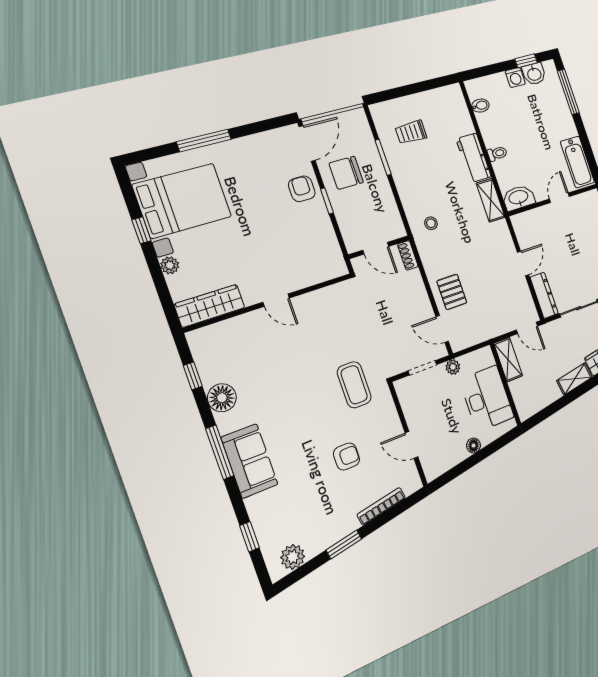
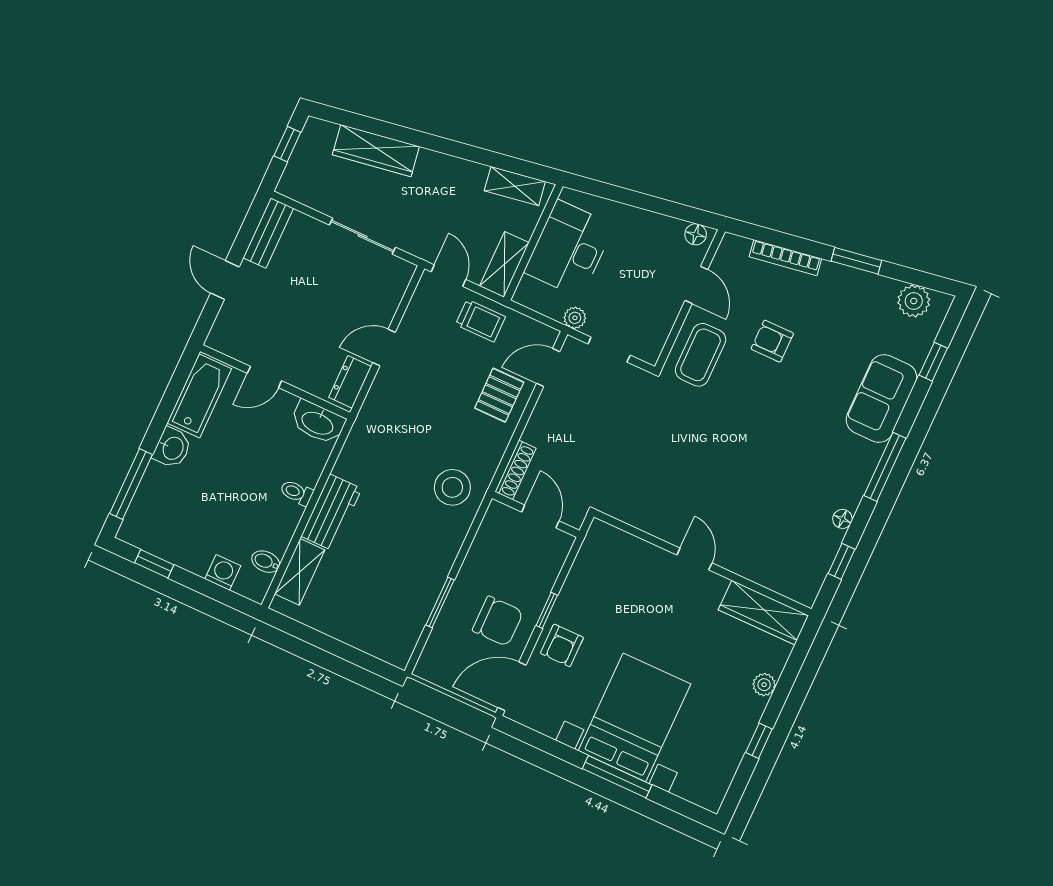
washbasin: (534, 74) -> (172, 448), moved, turned 90
washing machine: (515, 78) -> (223, 572), moved
trolley: (411, 132) -> (481, 321), moved
shelving: (491, 200) -> (300, 572), moved
bed with nightstands: (182, 201) -> (634, 717), moved, turned 90
stool: (431, 223) -> (452, 487), width x1.89, depth x1.89
shoe rack: (408, 255) -> (515, 470), width x1.43
dresser: (544, 295) -> (350, 382), moved, width x0.70
door: (442, 329) -> (548, 367), swing flipped
shelving: (575, 379) -> (515, 186), moved
coffee table: (354, 385) -> (701, 355), moved
floor lamp: (222, 398) -> (842, 519), width x0.53, depth x0.53
floor lamp: (474, 445) -> (696, 234), moved
sofa: (249, 461) -> (881, 398), moved

